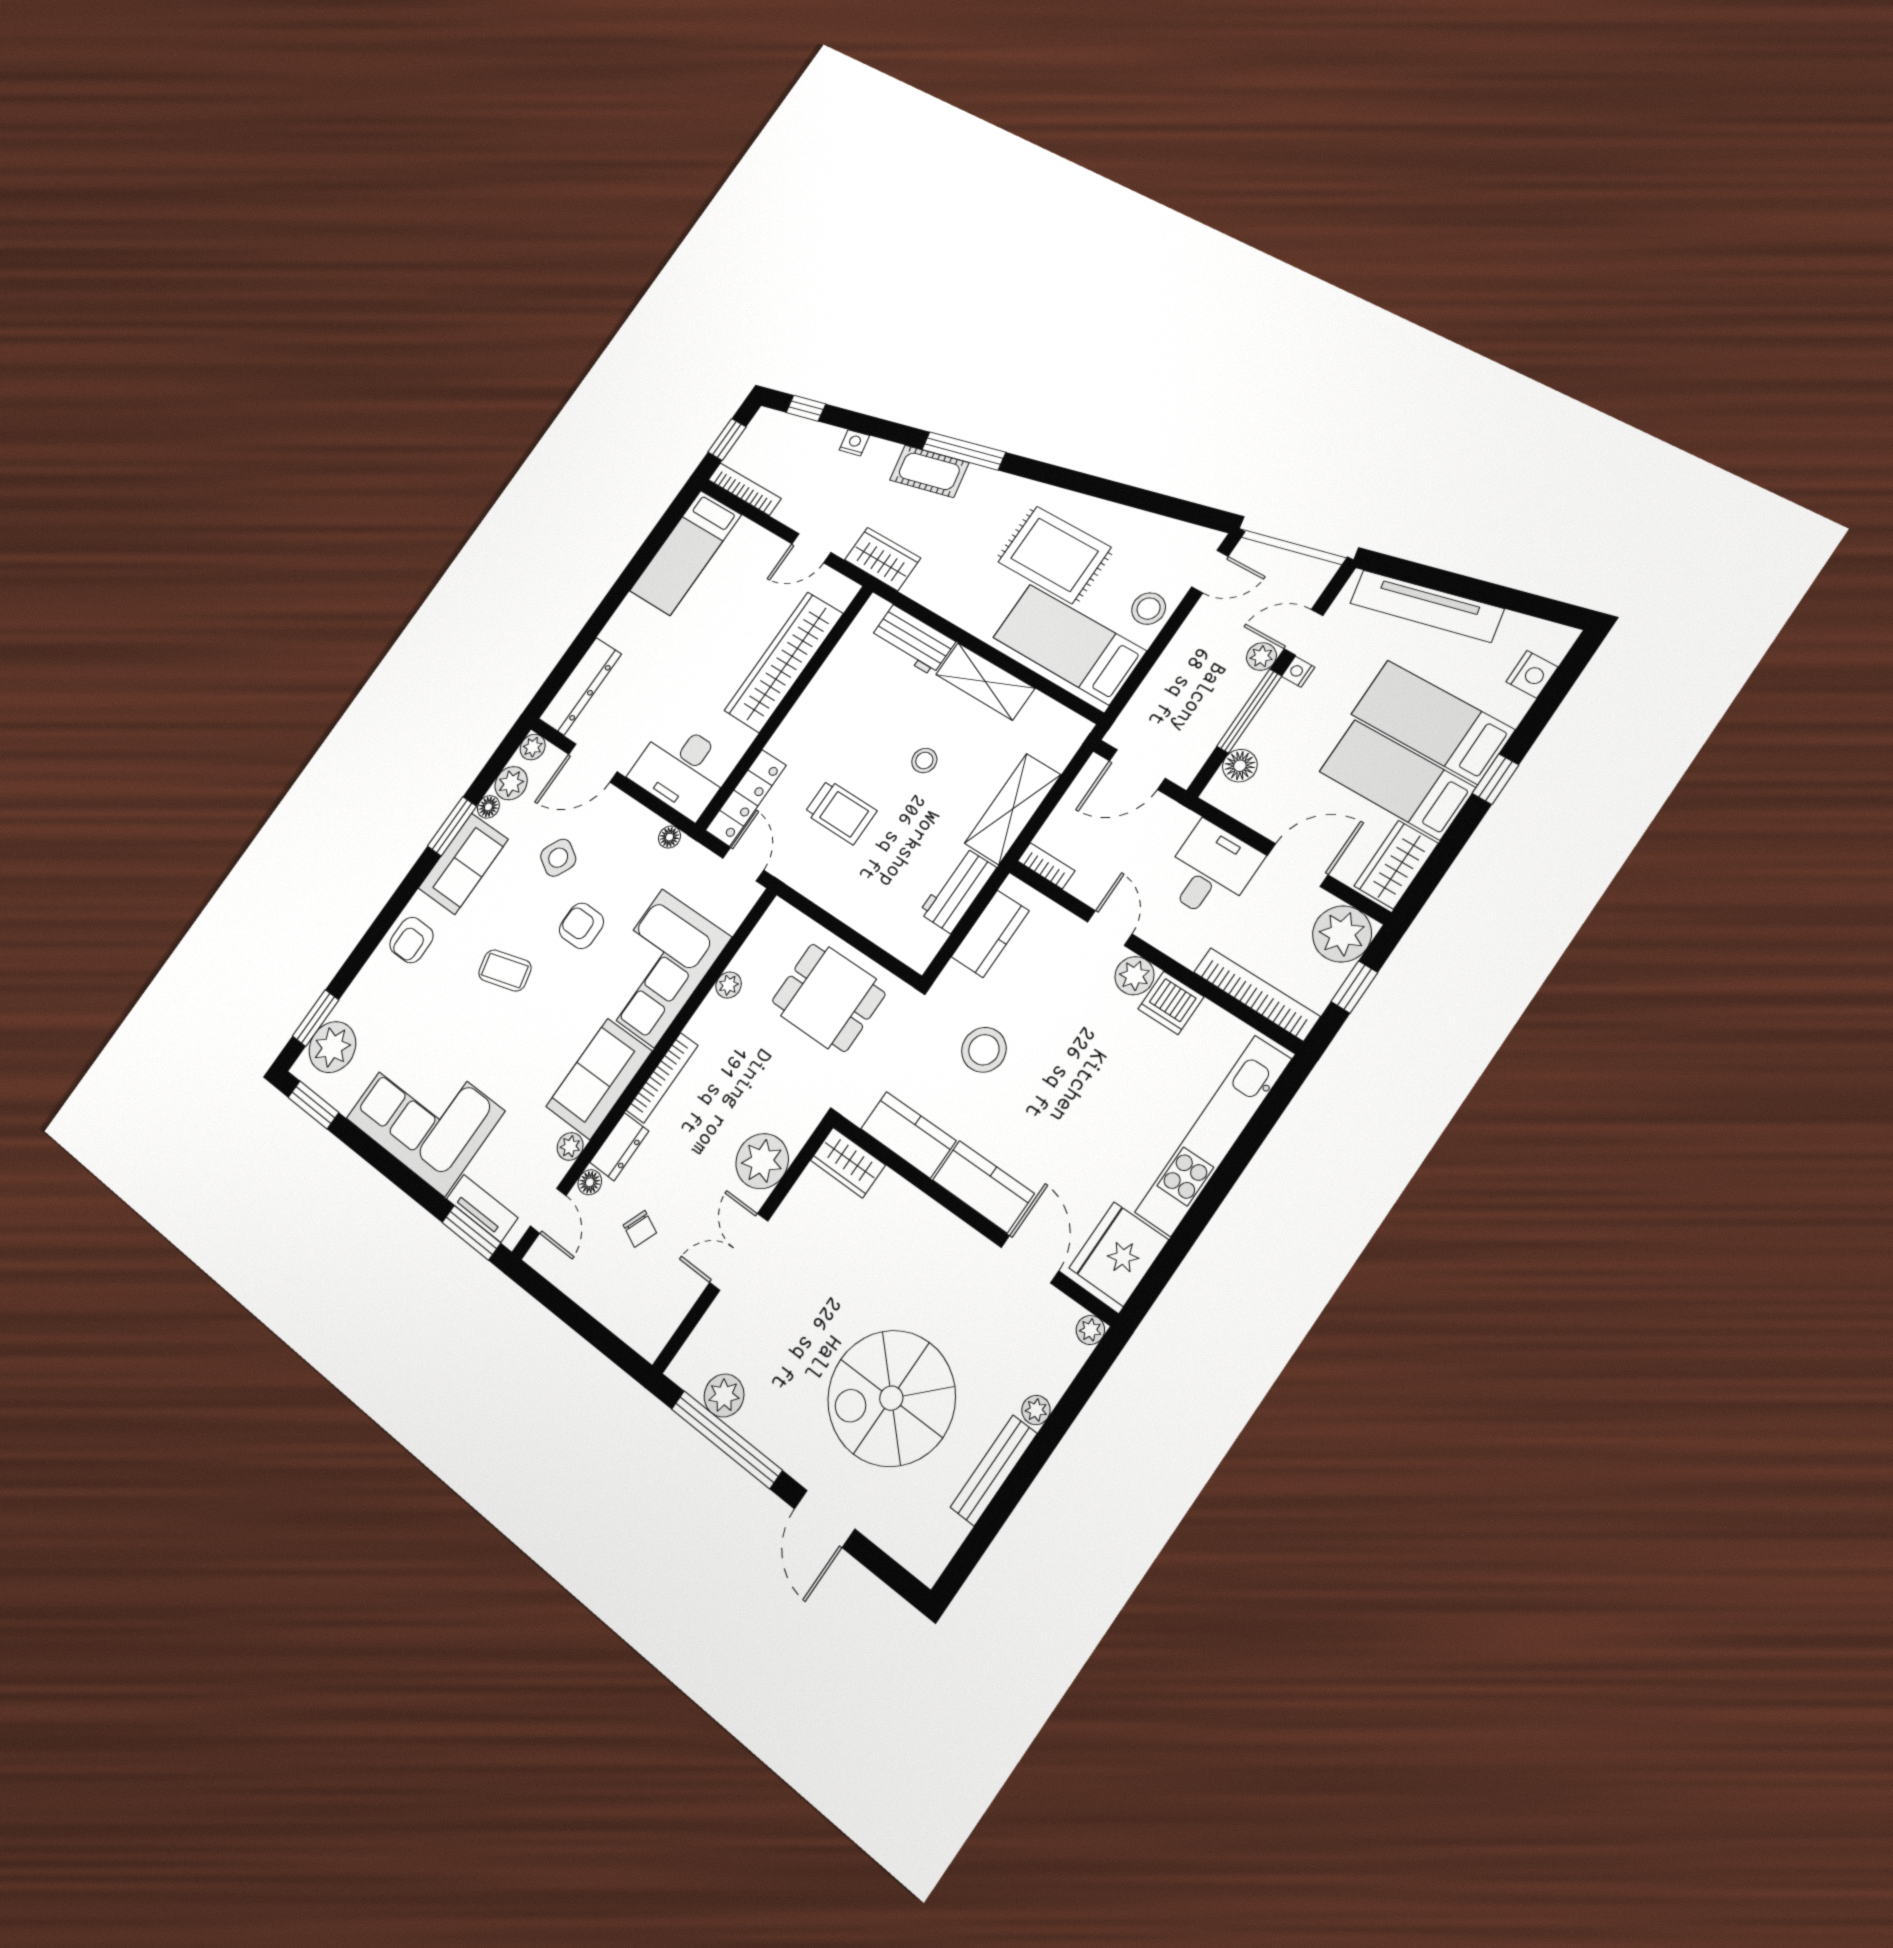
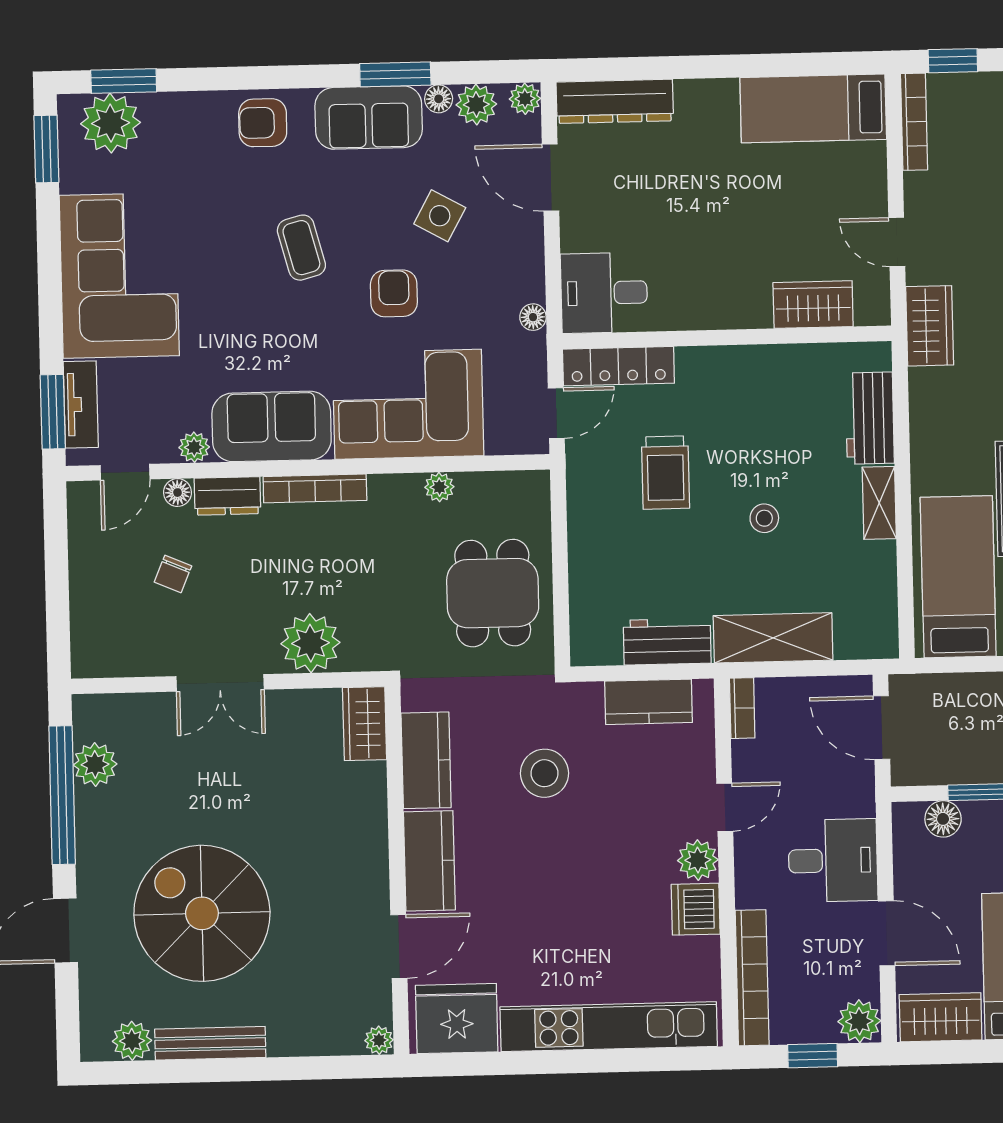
wardrobe: (784, 662) -> (813, 305), width x0.48, depth x0.85
shelving: (985, 681) -> (879, 503), width x0.67, depth x0.75
desk: (682, 769) -> (604, 293), width x0.73
plant: (1342, 934) -> (859, 1021), width x0.73, depth x0.73
double door: (739, 1252) -> (220, 683), swing flipped
plant: (1036, 1410) -> (132, 1041), moved, width x1.38, depth x1.38

